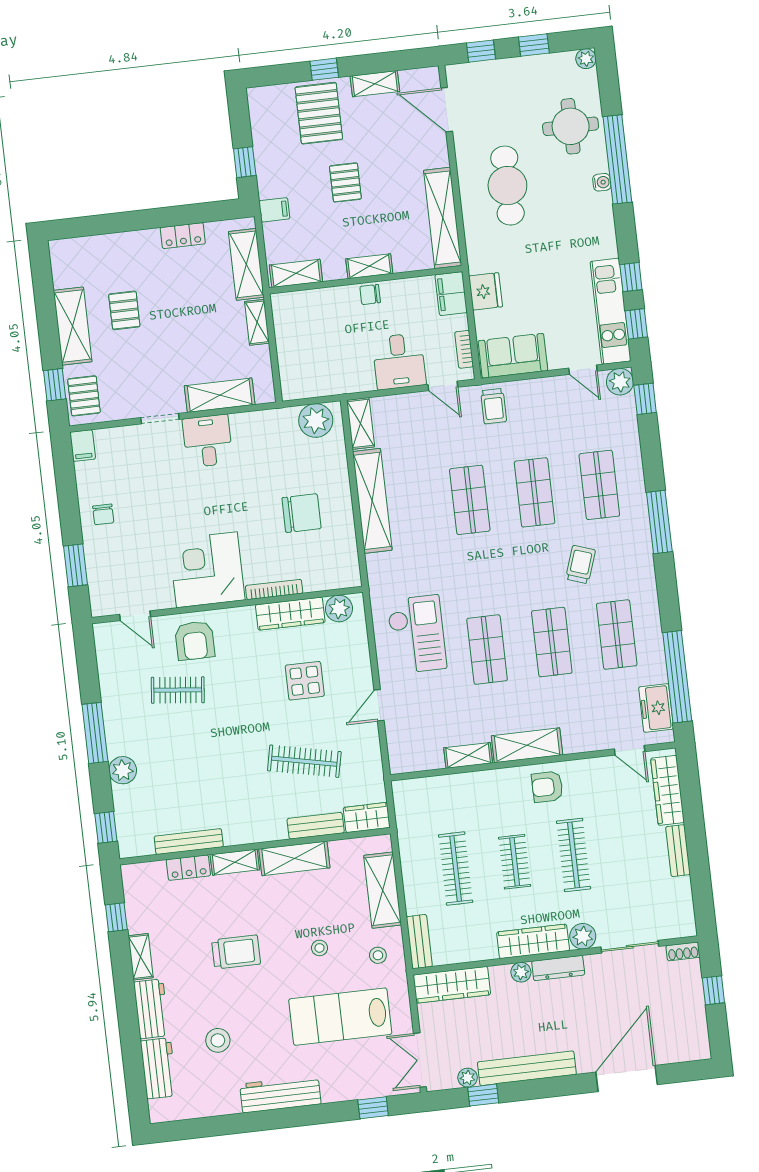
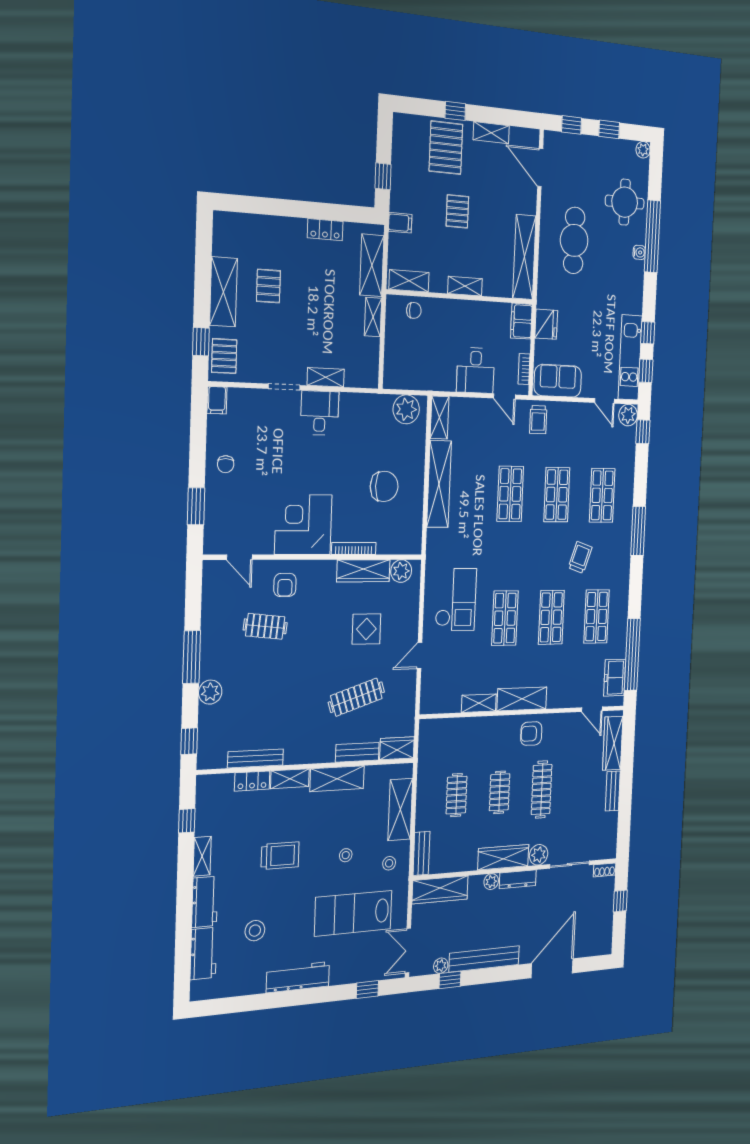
chair: (370, 295) -> (414, 310), moved, turned 180
shelving: (220, 395) -> (326, 377), width x0.67, depth x0.75
armchair: (195, 641) -> (285, 585), width x0.72, depth x0.72
clothes rail: (304, 761) -> (356, 697), turned -30
clothes rail: (456, 869) -> (457, 795), width x0.73

